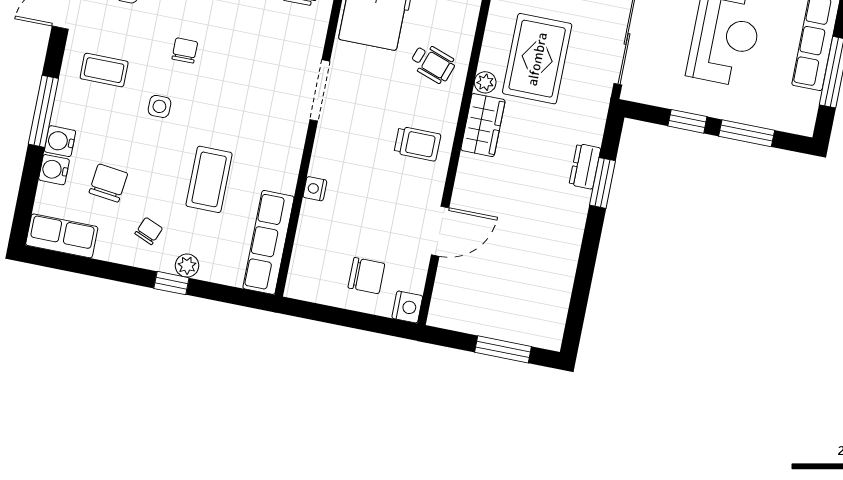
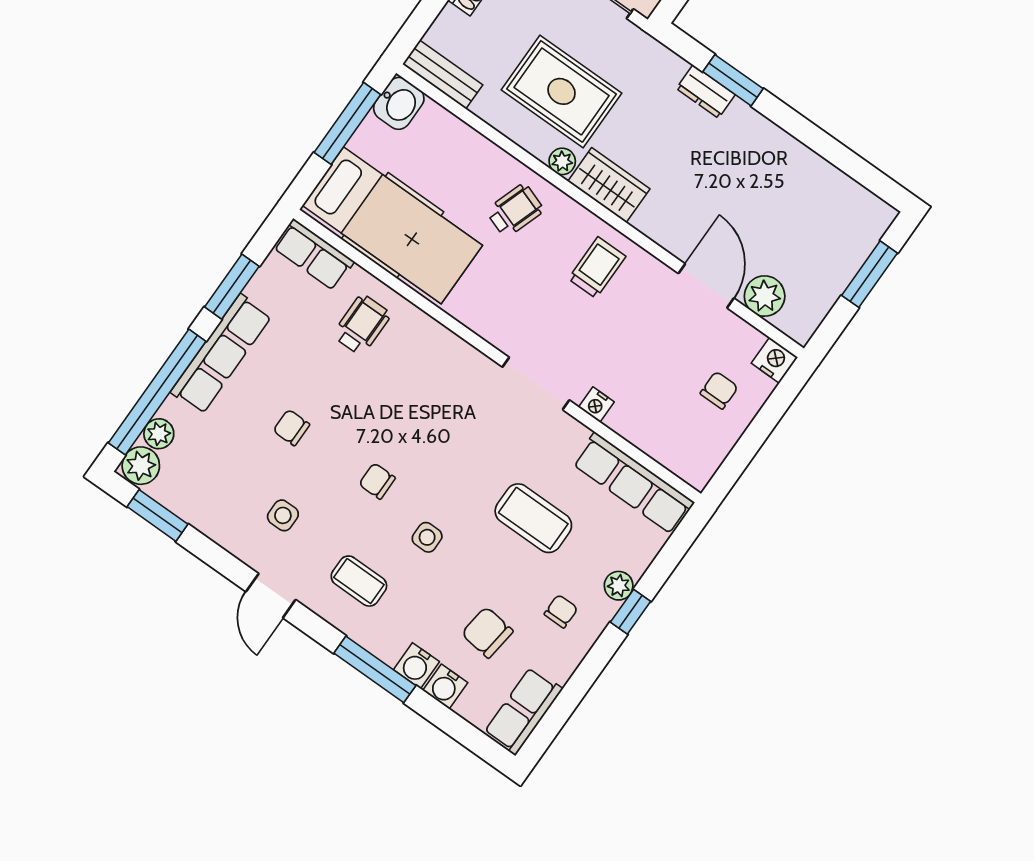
coffee table: (104, 70) -> (359, 581), turned 90
doorway: (320, 90) -> (536, 383), moved
chair: (149, 231) -> (561, 611), turned 67
chair: (366, 276) -> (719, 390), width x0.73, depth x0.73
plant: (452, 278) -> (765, 296), added

